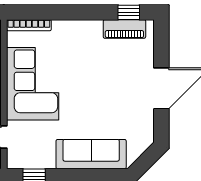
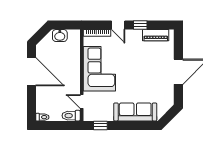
door: (63, 12) -> (118, 25), added
window: (129, 12) -> (140, 25), moved

